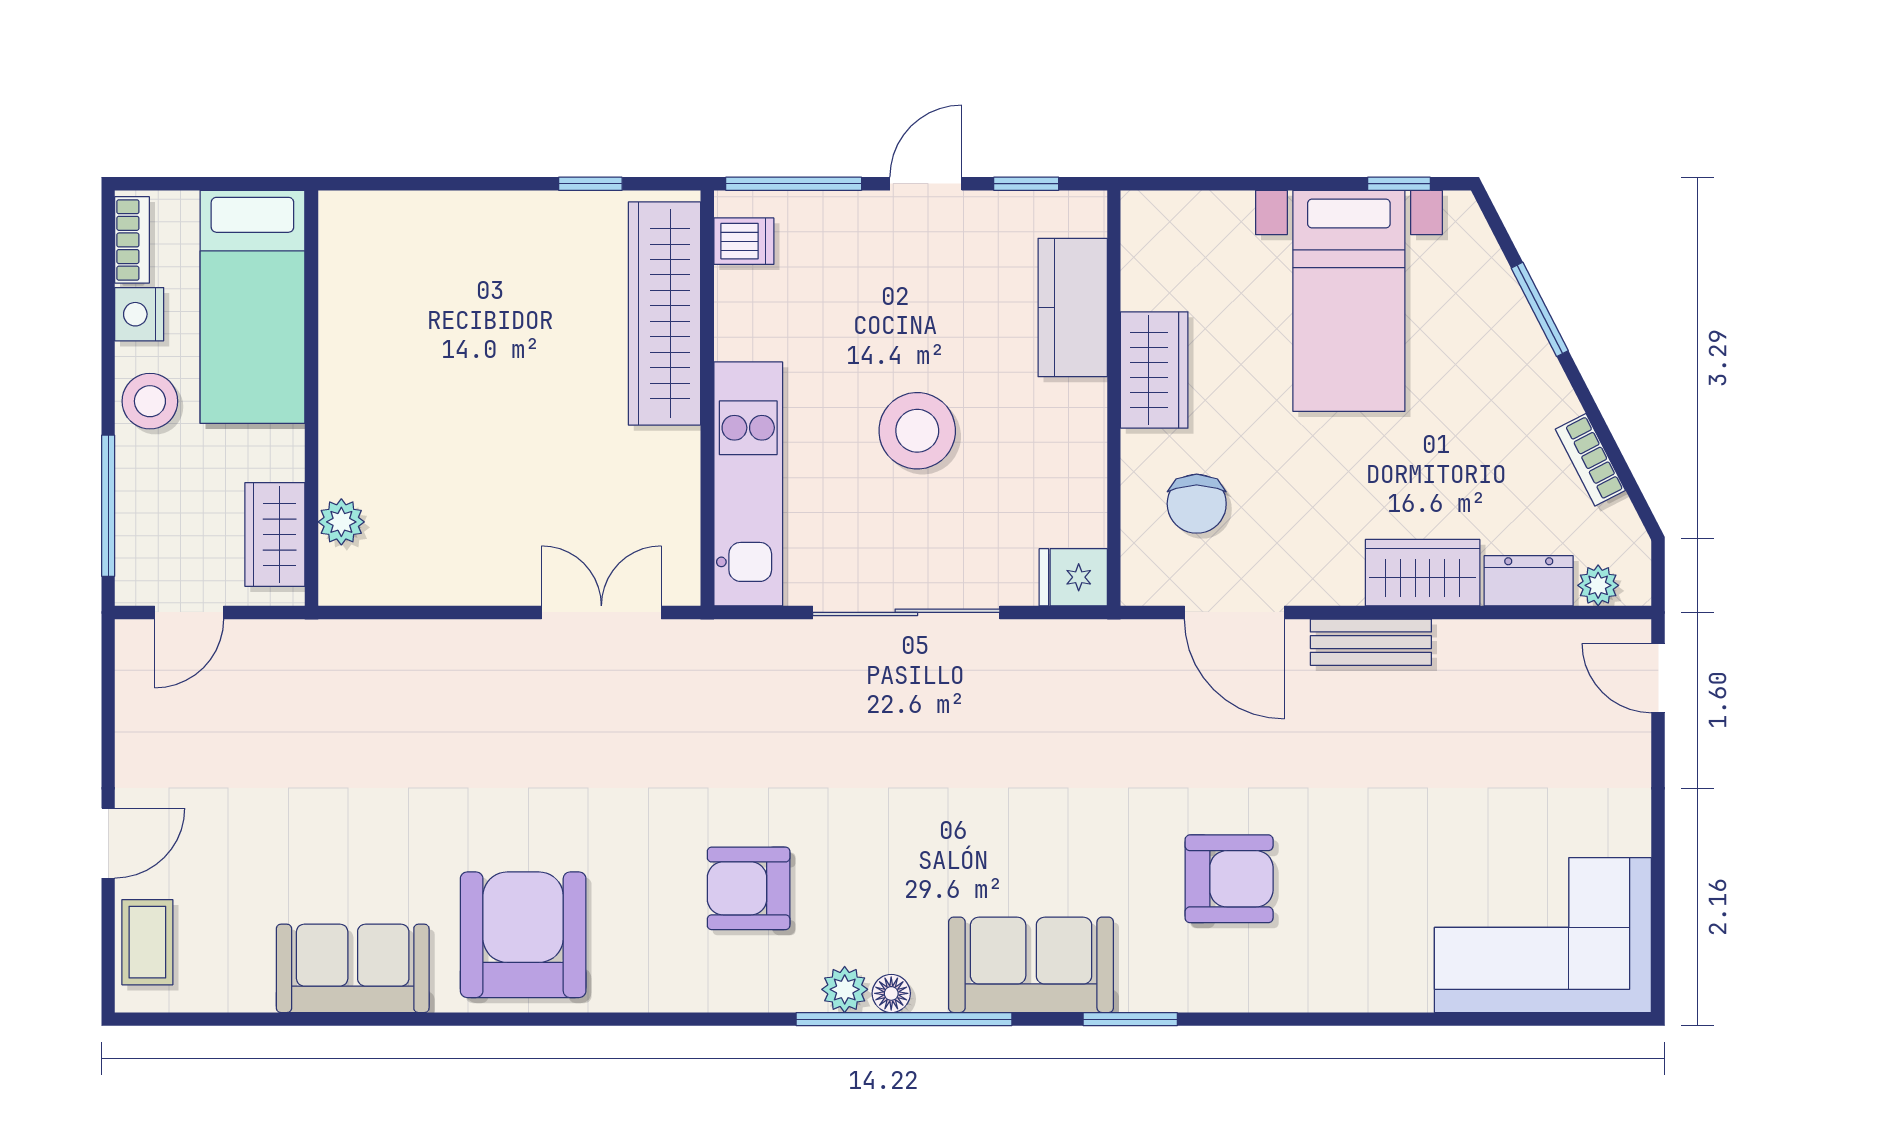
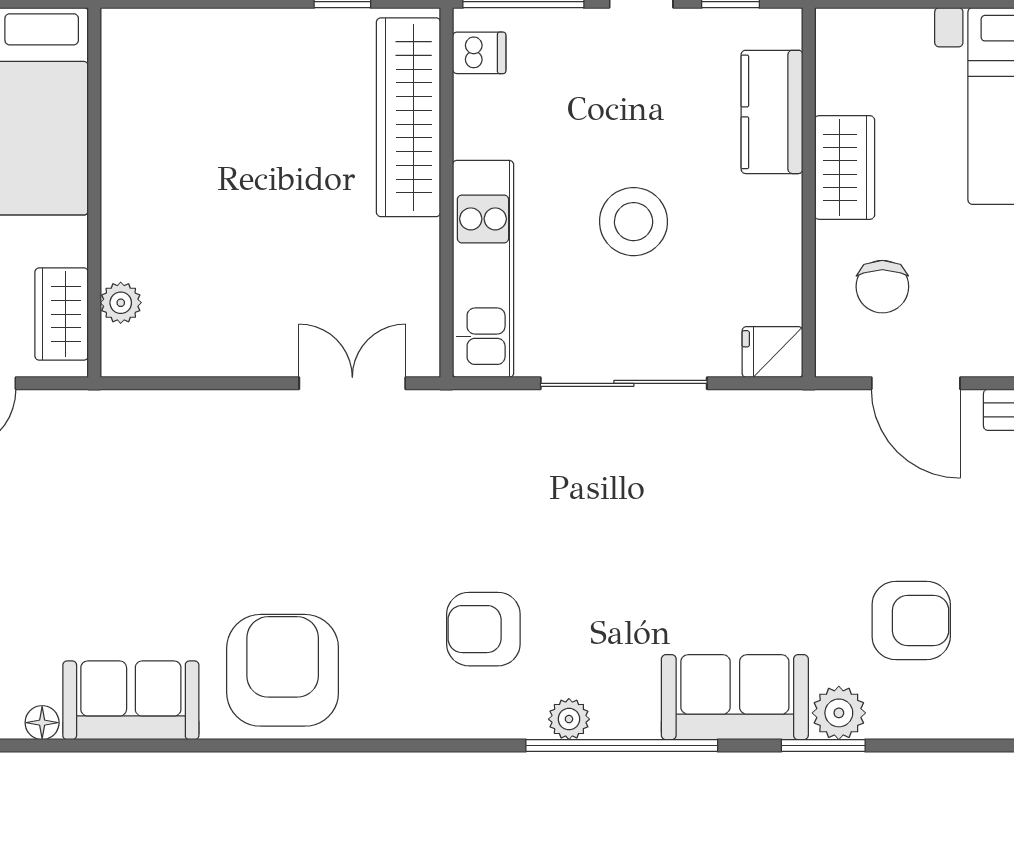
plant: (1148, 983) -> (839, 713), added
floor lamp: (891, 993) -> (42, 723), moved

